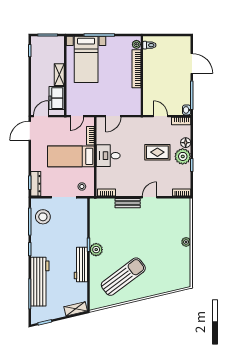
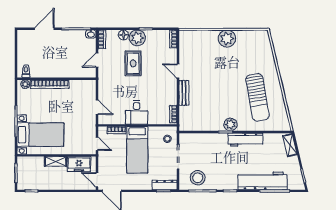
plant: (186, 242) -> (227, 39), width x1.88, depth x1.88
sun lounger: (123, 277) -> (258, 97), turned -153

